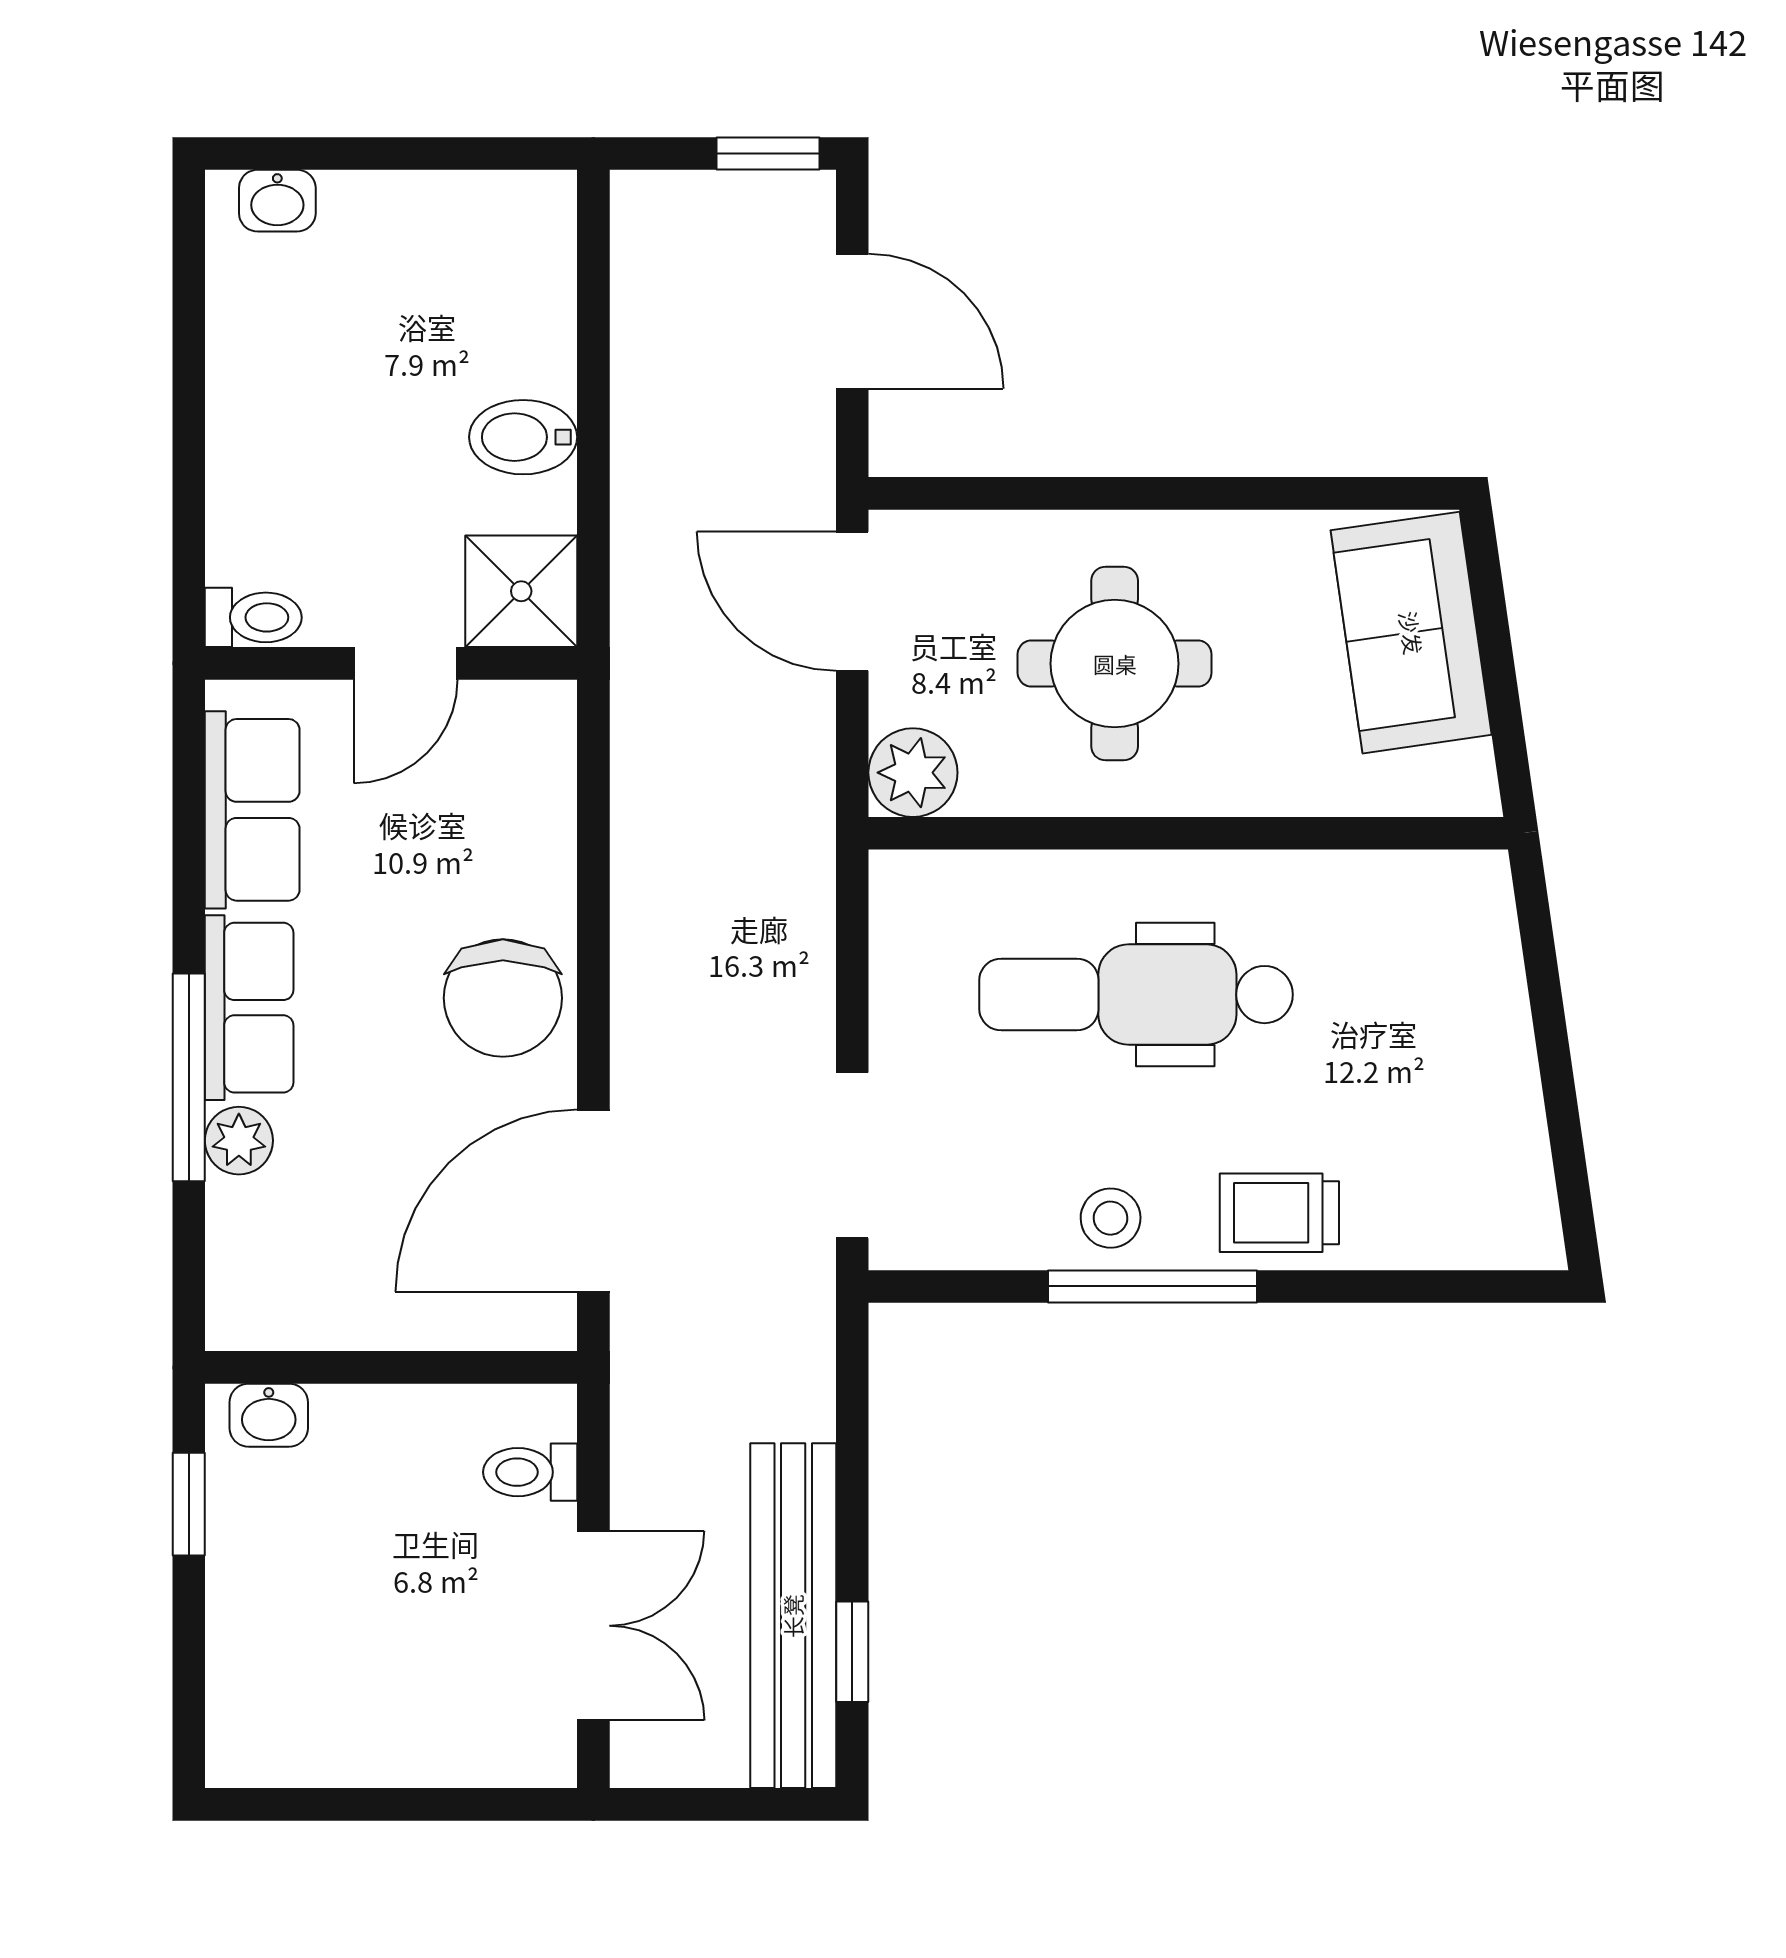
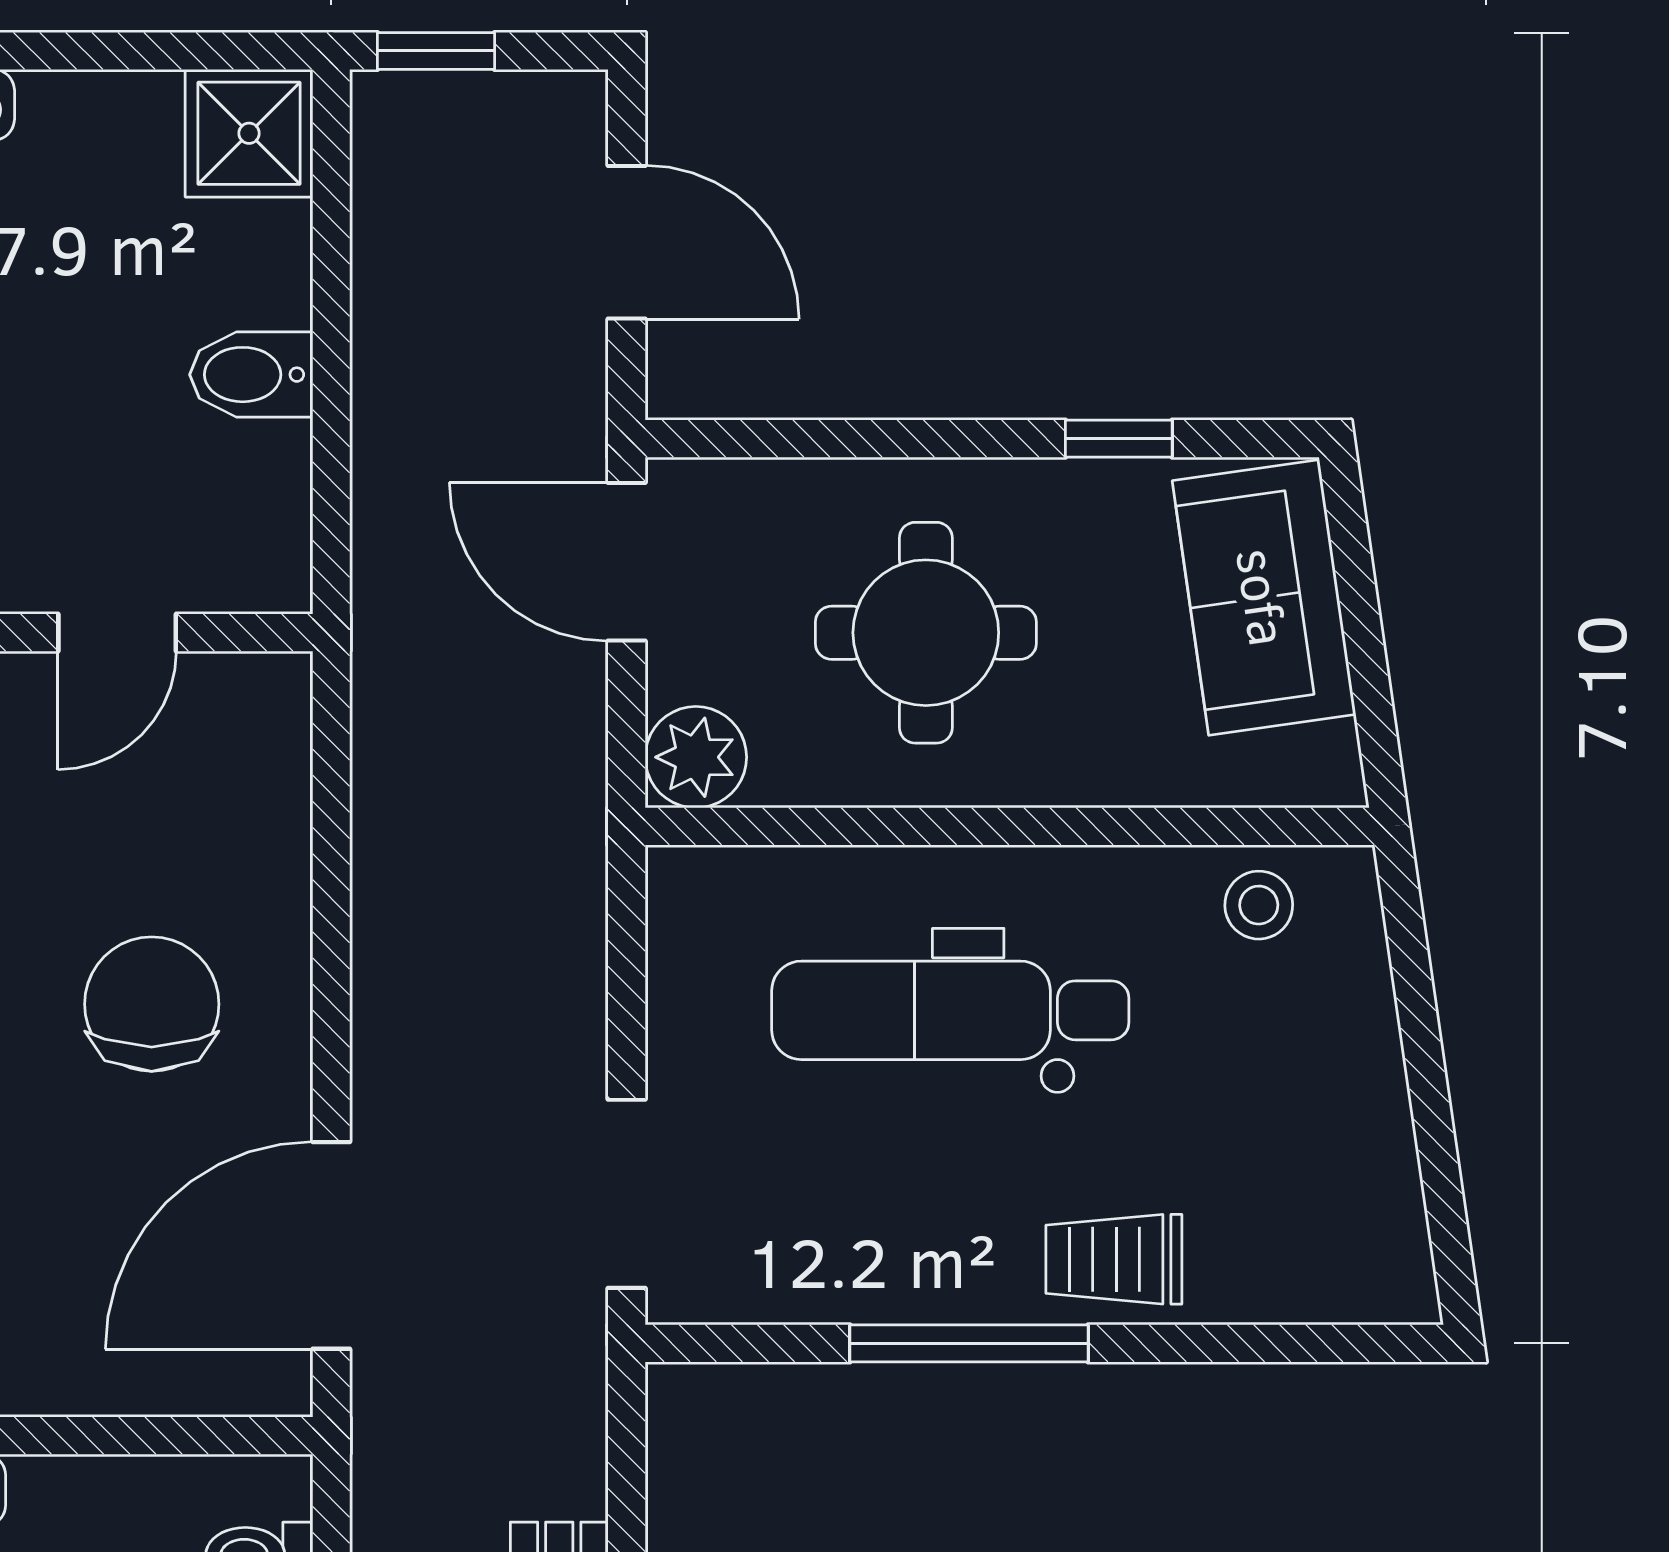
window: (768, 153) -> (436, 51), moved
window: (1284, 493) -> (1119, 439), added
shower: (521, 591) -> (249, 133), moved
chair: (503, 998) -> (152, 1004), moved, turned 180
stool: (1111, 1218) -> (1259, 905), moved

